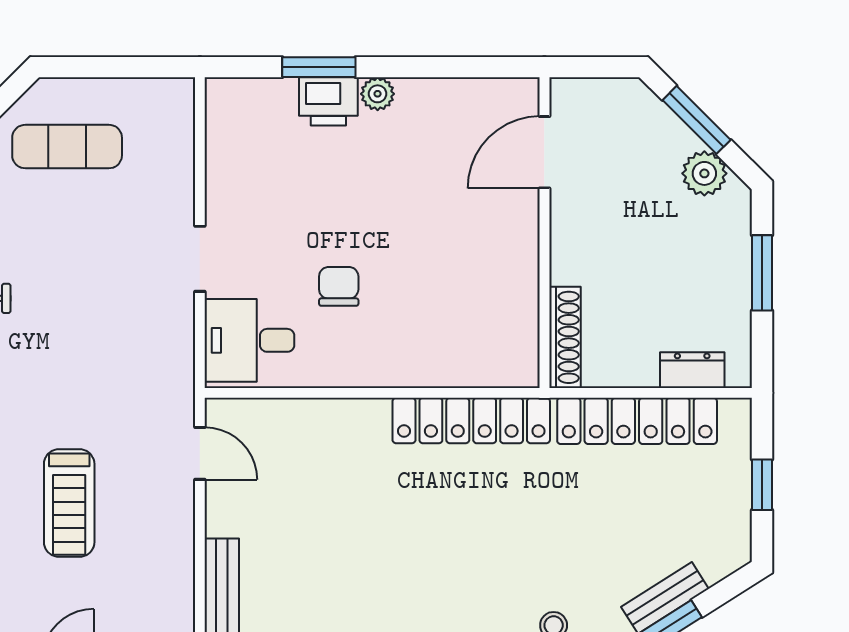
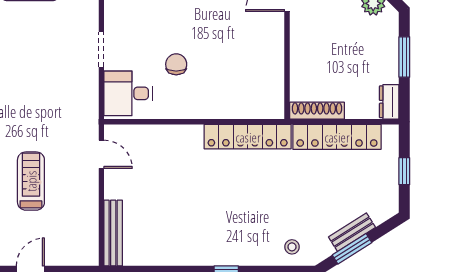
shoe rack: (565, 337) -> (317, 111), moved, turned -90
dresser: (692, 370) -> (389, 102), moved, turned -90
treadmill: (69, 503) -> (31, 181), turned 180

